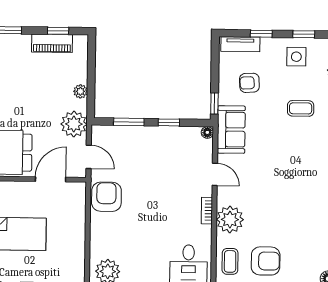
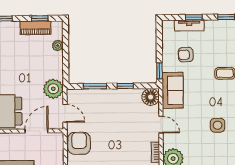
tv unit: (240, 44) -> (189, 26), moved
side table: (296, 57) -> (218, 125), moved
plant: (80, 91) -> (58, 45), moved
floor lamp: (207, 132) -> (151, 97), width x1.89, depth x1.89

